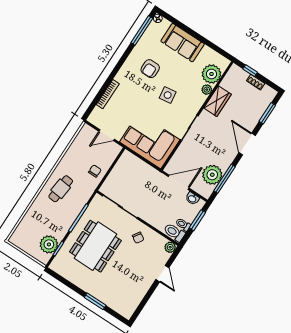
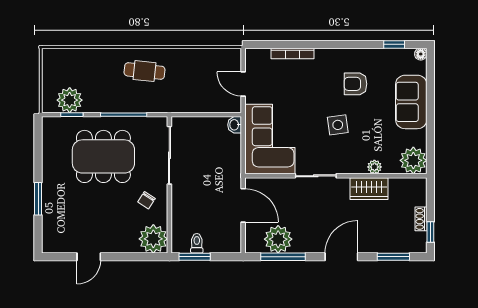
window: (142, 30) -> (394, 44), width x0.46
window: (250, 71) -> (430, 232), moved
plant: (212, 74) -> (413, 160), moved
chair: (95, 171) -> (192, 98), removed
washbasin: (192, 199) -> (235, 125), moved
window: (197, 220) -> (195, 257), moved
toilet: (174, 232) -> (181, 239), removed
plant: (170, 247) -> (153, 239), width x1.87, depth x1.87
door: (162, 274) -> (89, 257), moved

